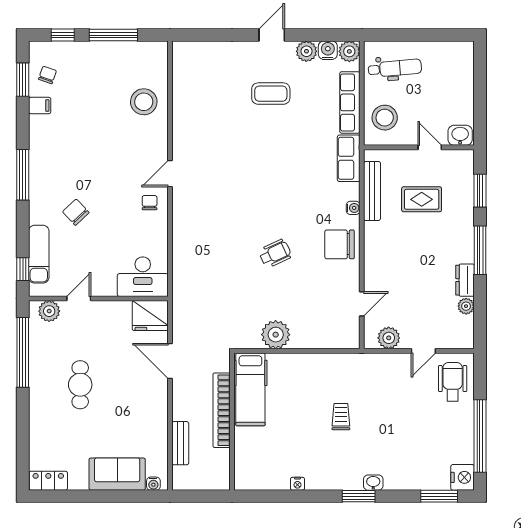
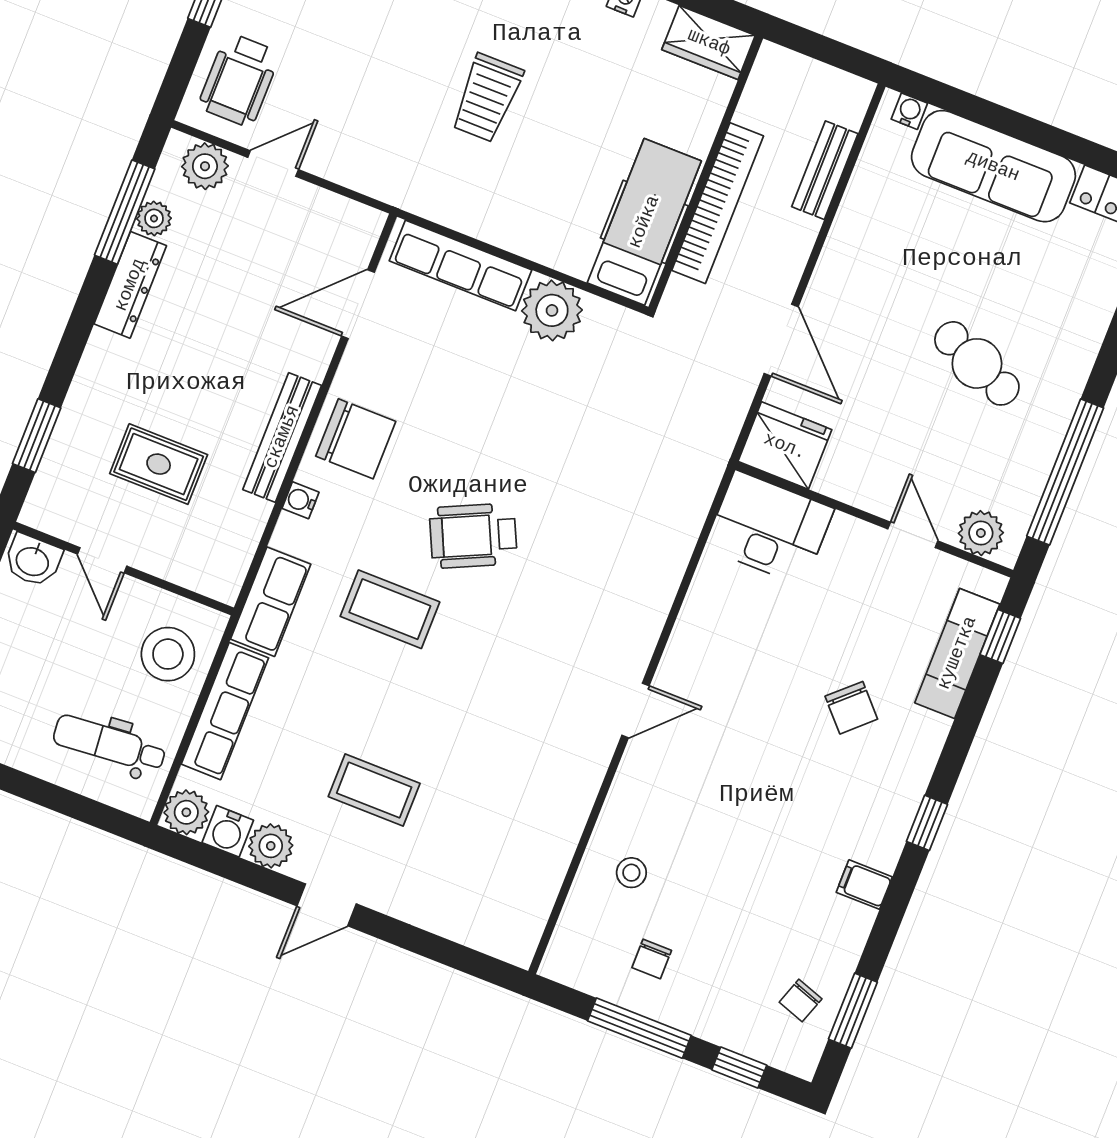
stool: (144, 102) -> (631, 873), width x0.53, depth x0.53
filing cabinet: (40, 106) -> (864, 885), moved
window: (23, 175) -> (927, 823), width x0.46
coffee table: (295, 176) -> (390, 609), added
bench: (372, 191) -> (282, 437), moved
chair: (150, 203) -> (652, 959), moved
window: (480, 250) -> (125, 212), moved
wheelchair: (275, 253) -> (473, 536), moved, width x1.36, depth x1.37
dresser: (465, 280) -> (130, 285), width x1.44
door: (79, 299) -> (913, 535), swing flipped
door: (362, 304) -> (358, 304), width x1.38
plant: (389, 338) -> (205, 166), moved
row of seats: (324, 339) -> (460, 265), added
cafe table: (80, 385) -> (977, 363), turned -67
trolley: (341, 417) -> (487, 98), width x1.36, depth x1.39
sofa: (117, 474) -> (993, 166), width x1.36
wardrobe: (253, 479) -> (709, 42), added

